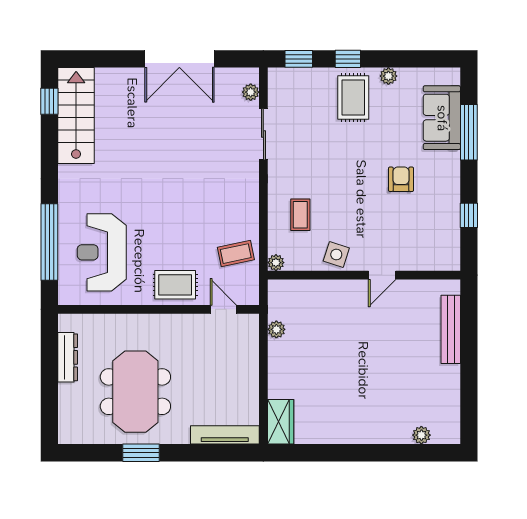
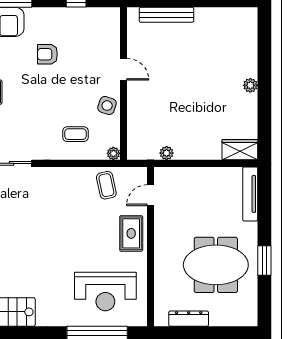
plant: (421, 435) -> (250, 85), moved

